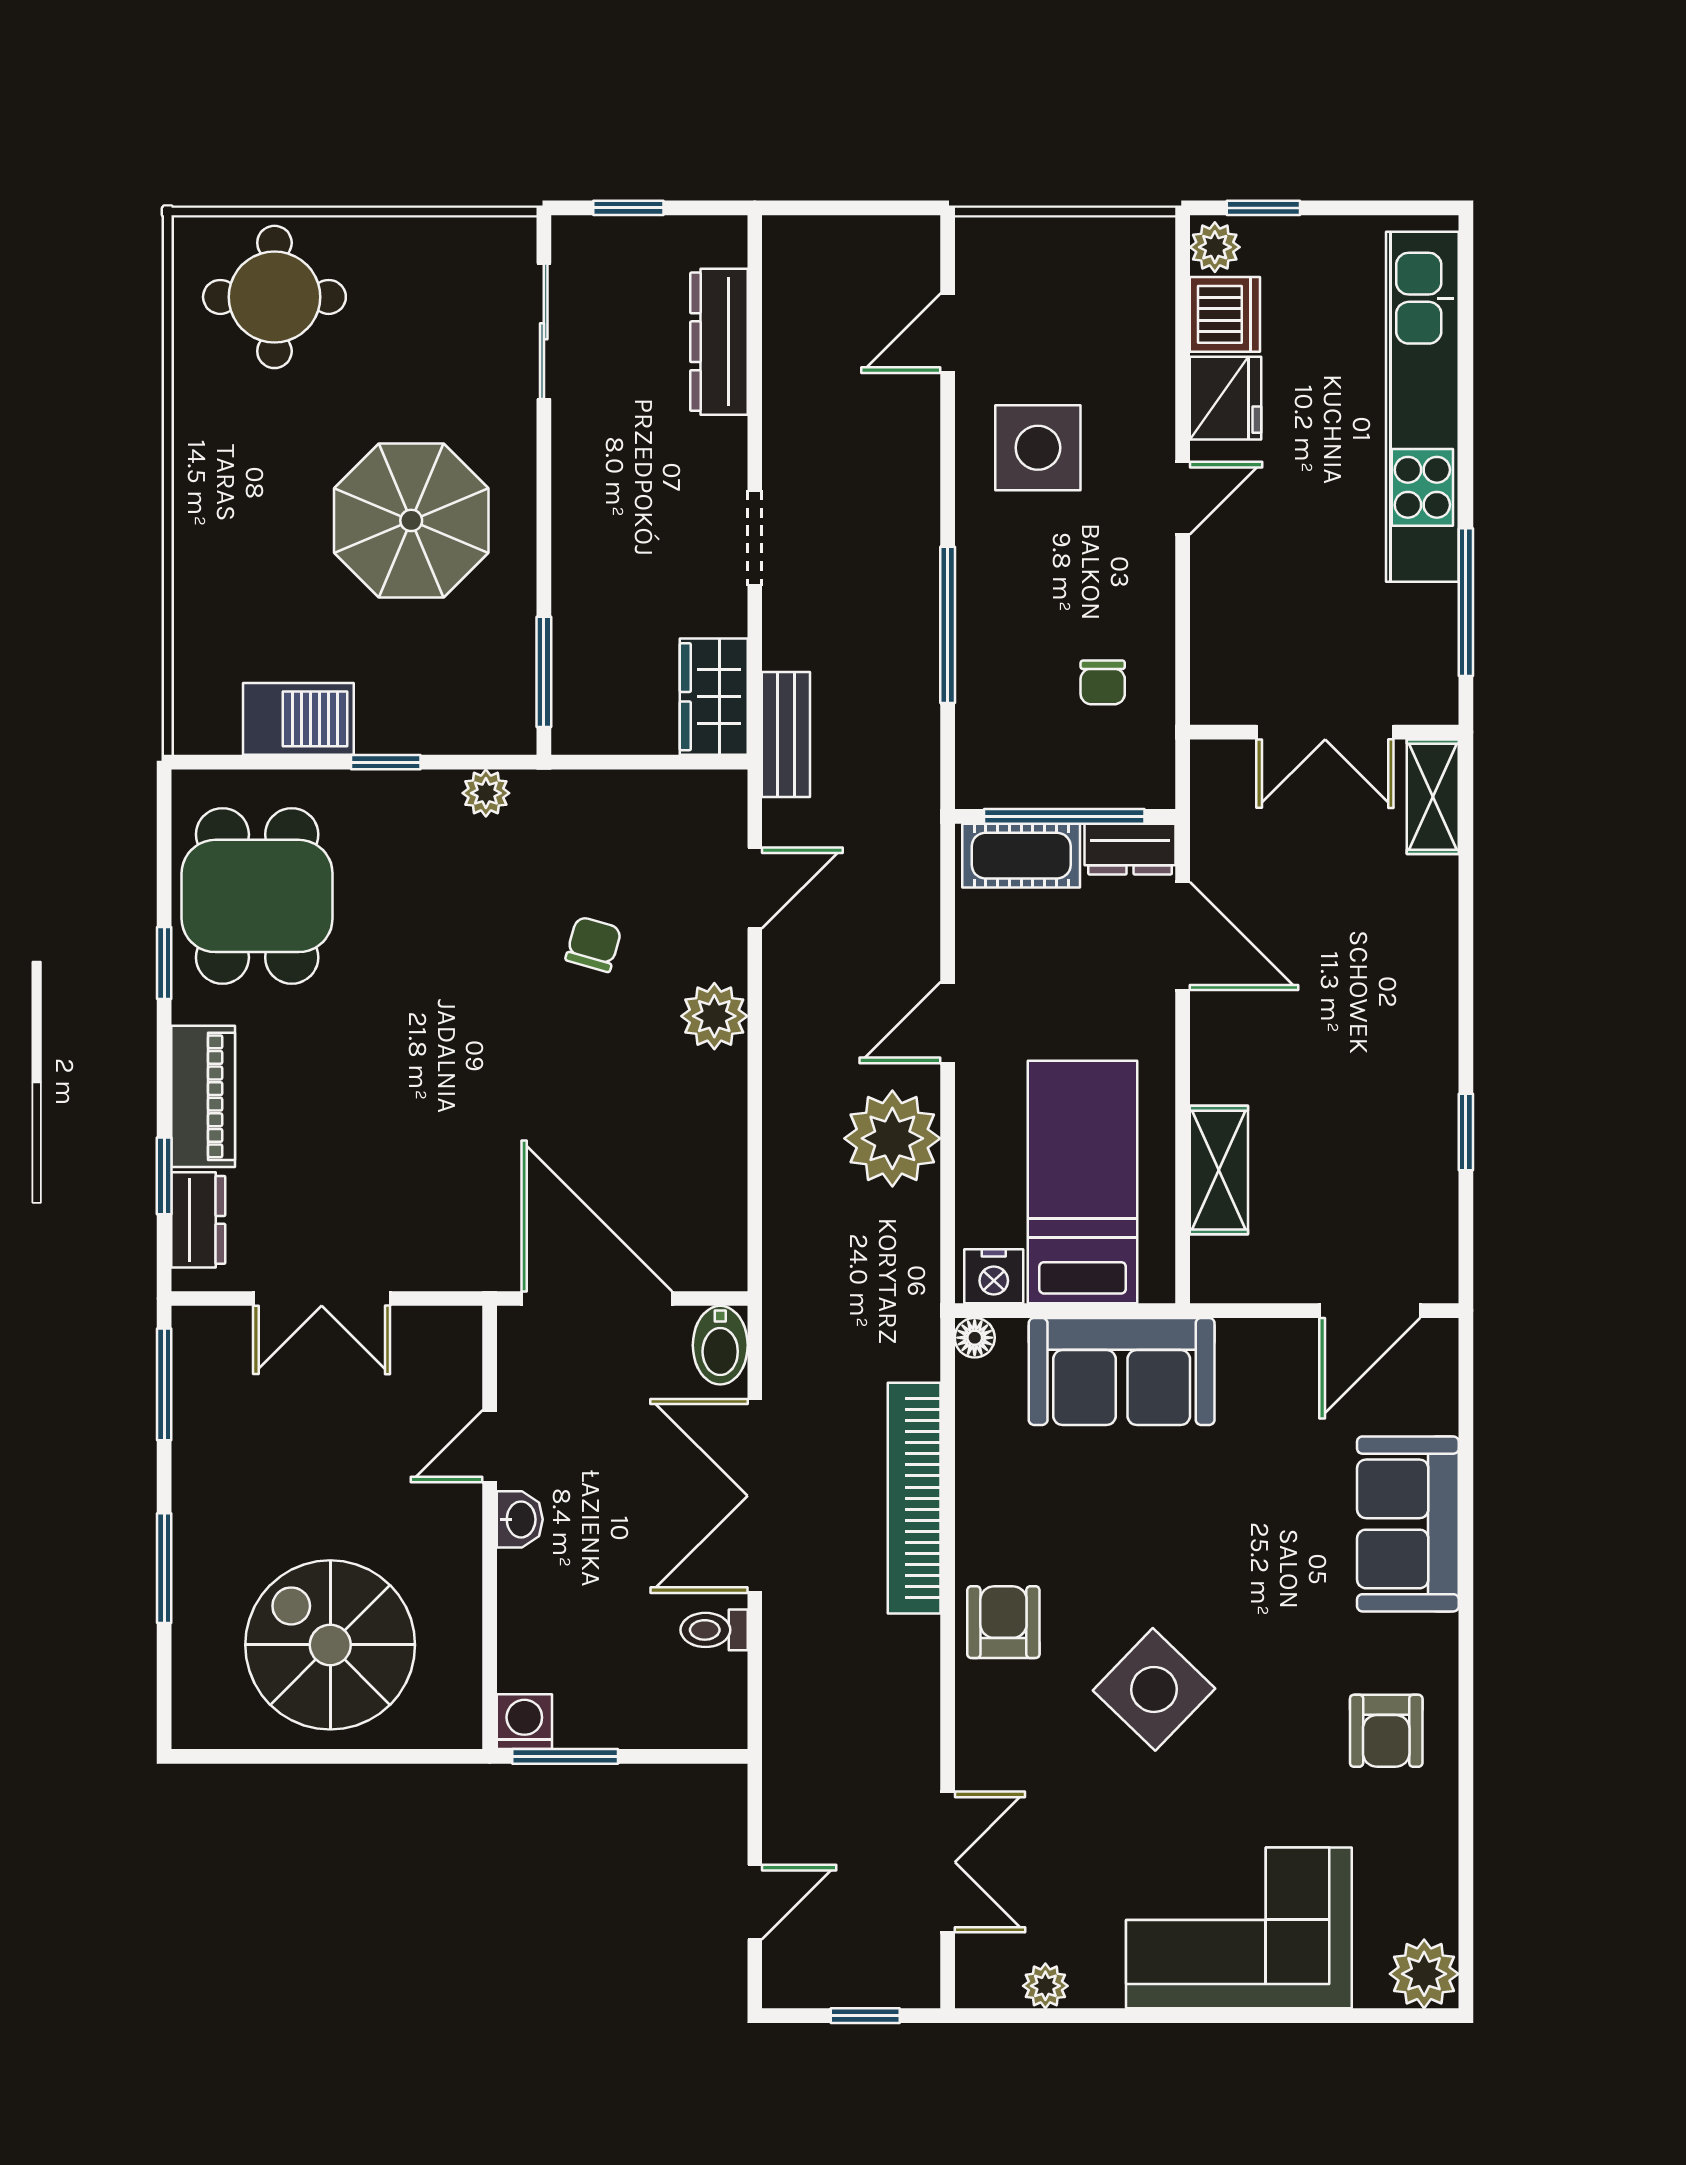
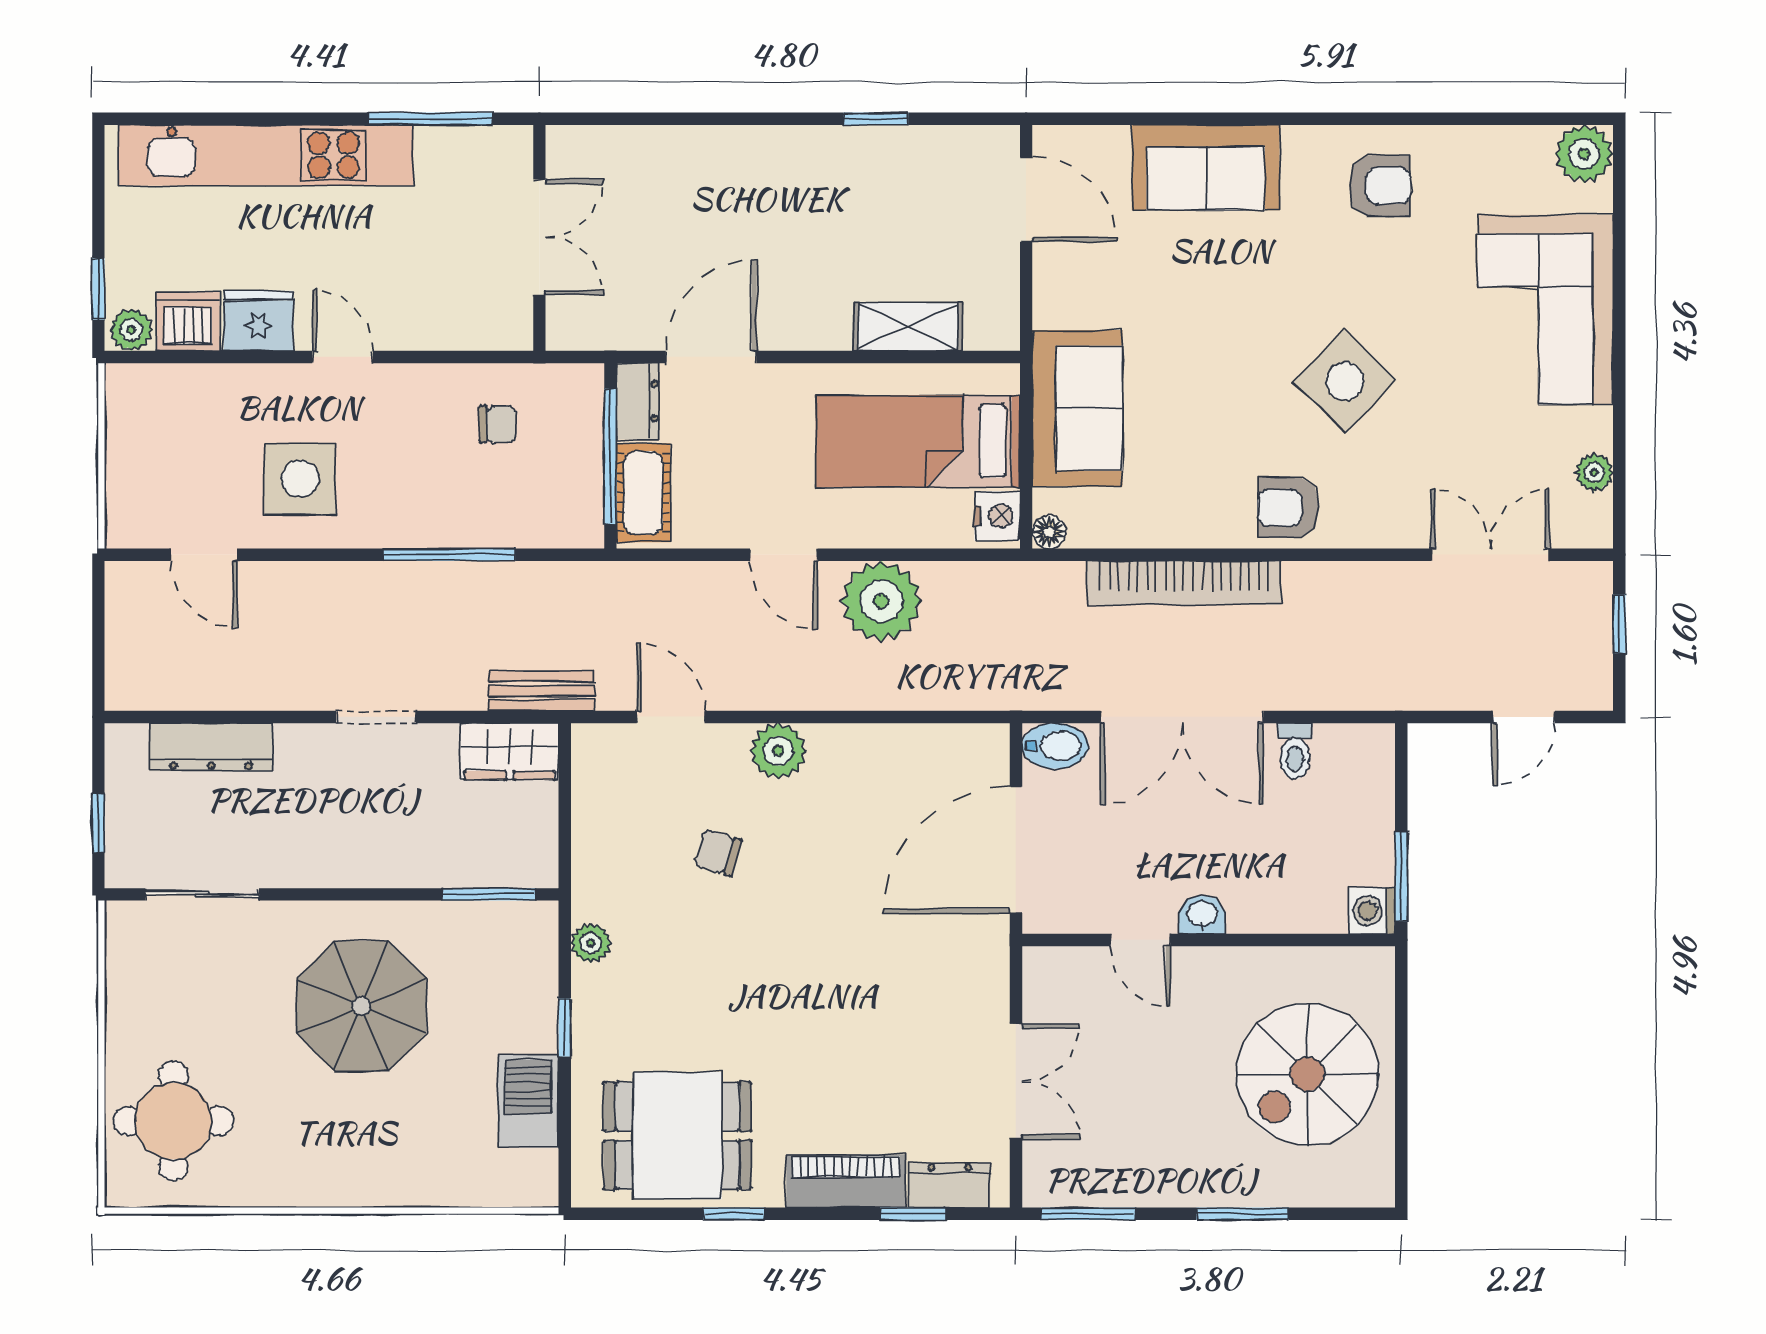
shelving: (1433, 797) -> (594, 147), removed
door: (755, 1902) -> (1524, 717), swing flipped

